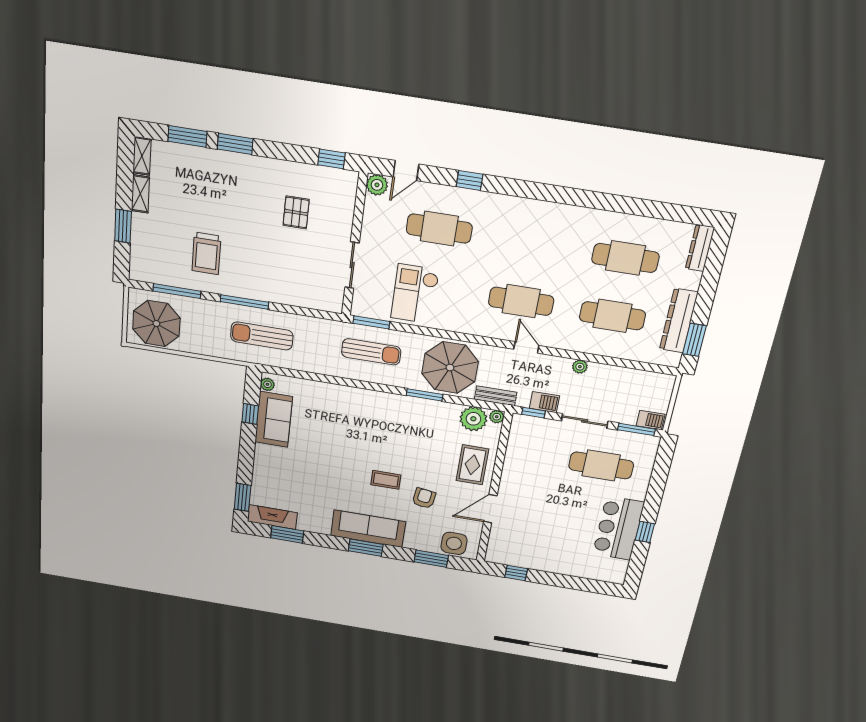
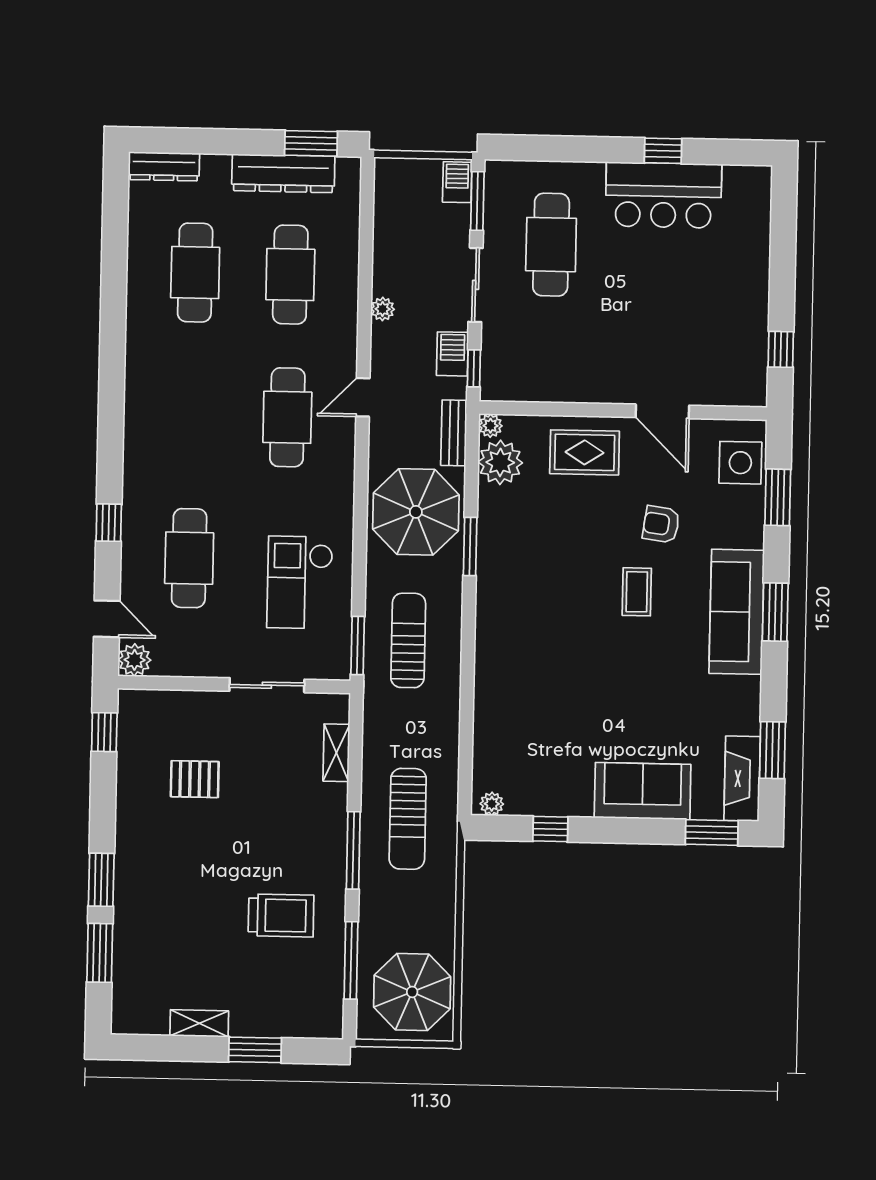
shelving: (142, 156) -> (336, 753), moved, turned 90
checkout: (415, 294) -> (300, 582), turned 90
sofa: (274, 419) -> (643, 791), moved

